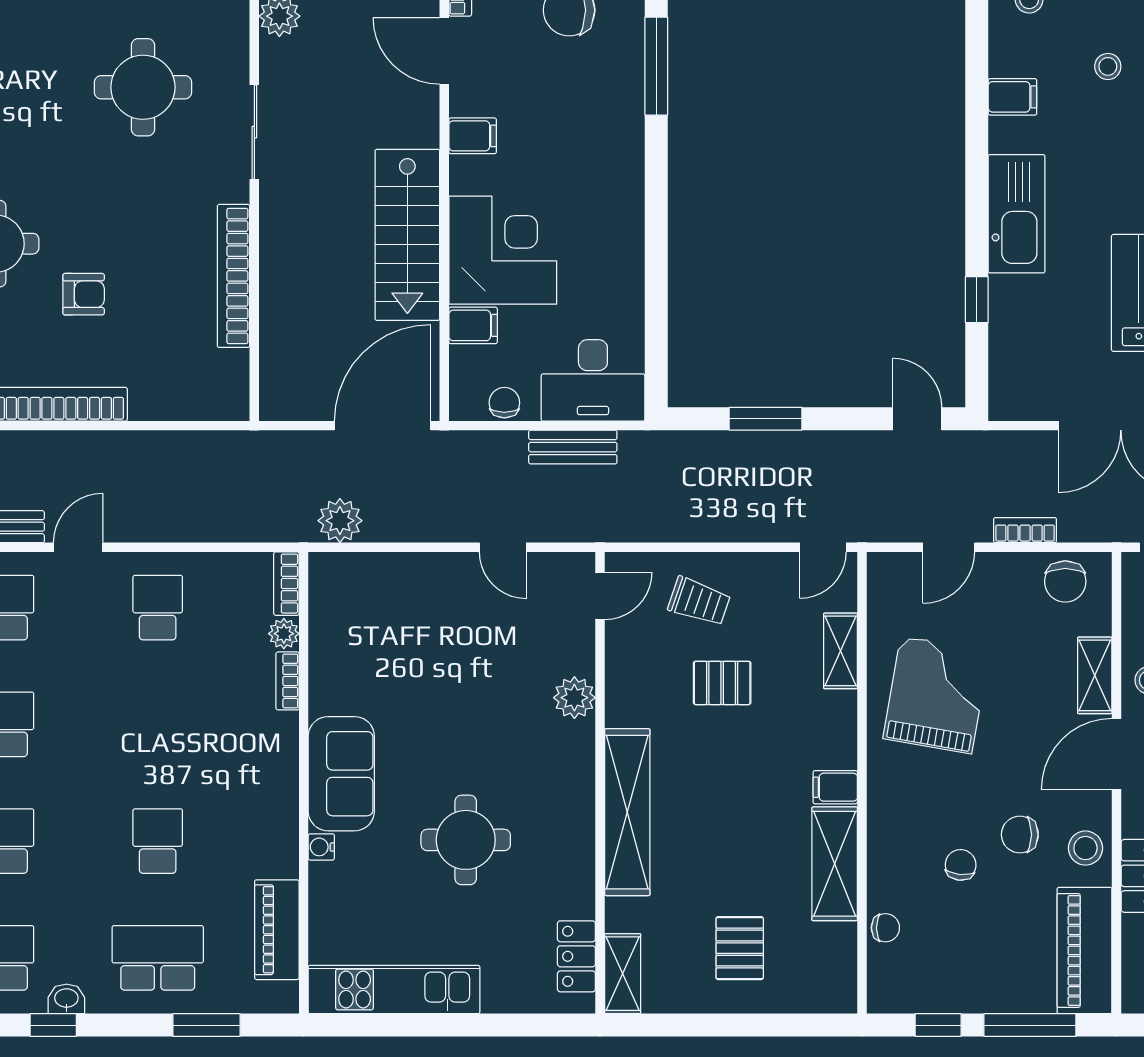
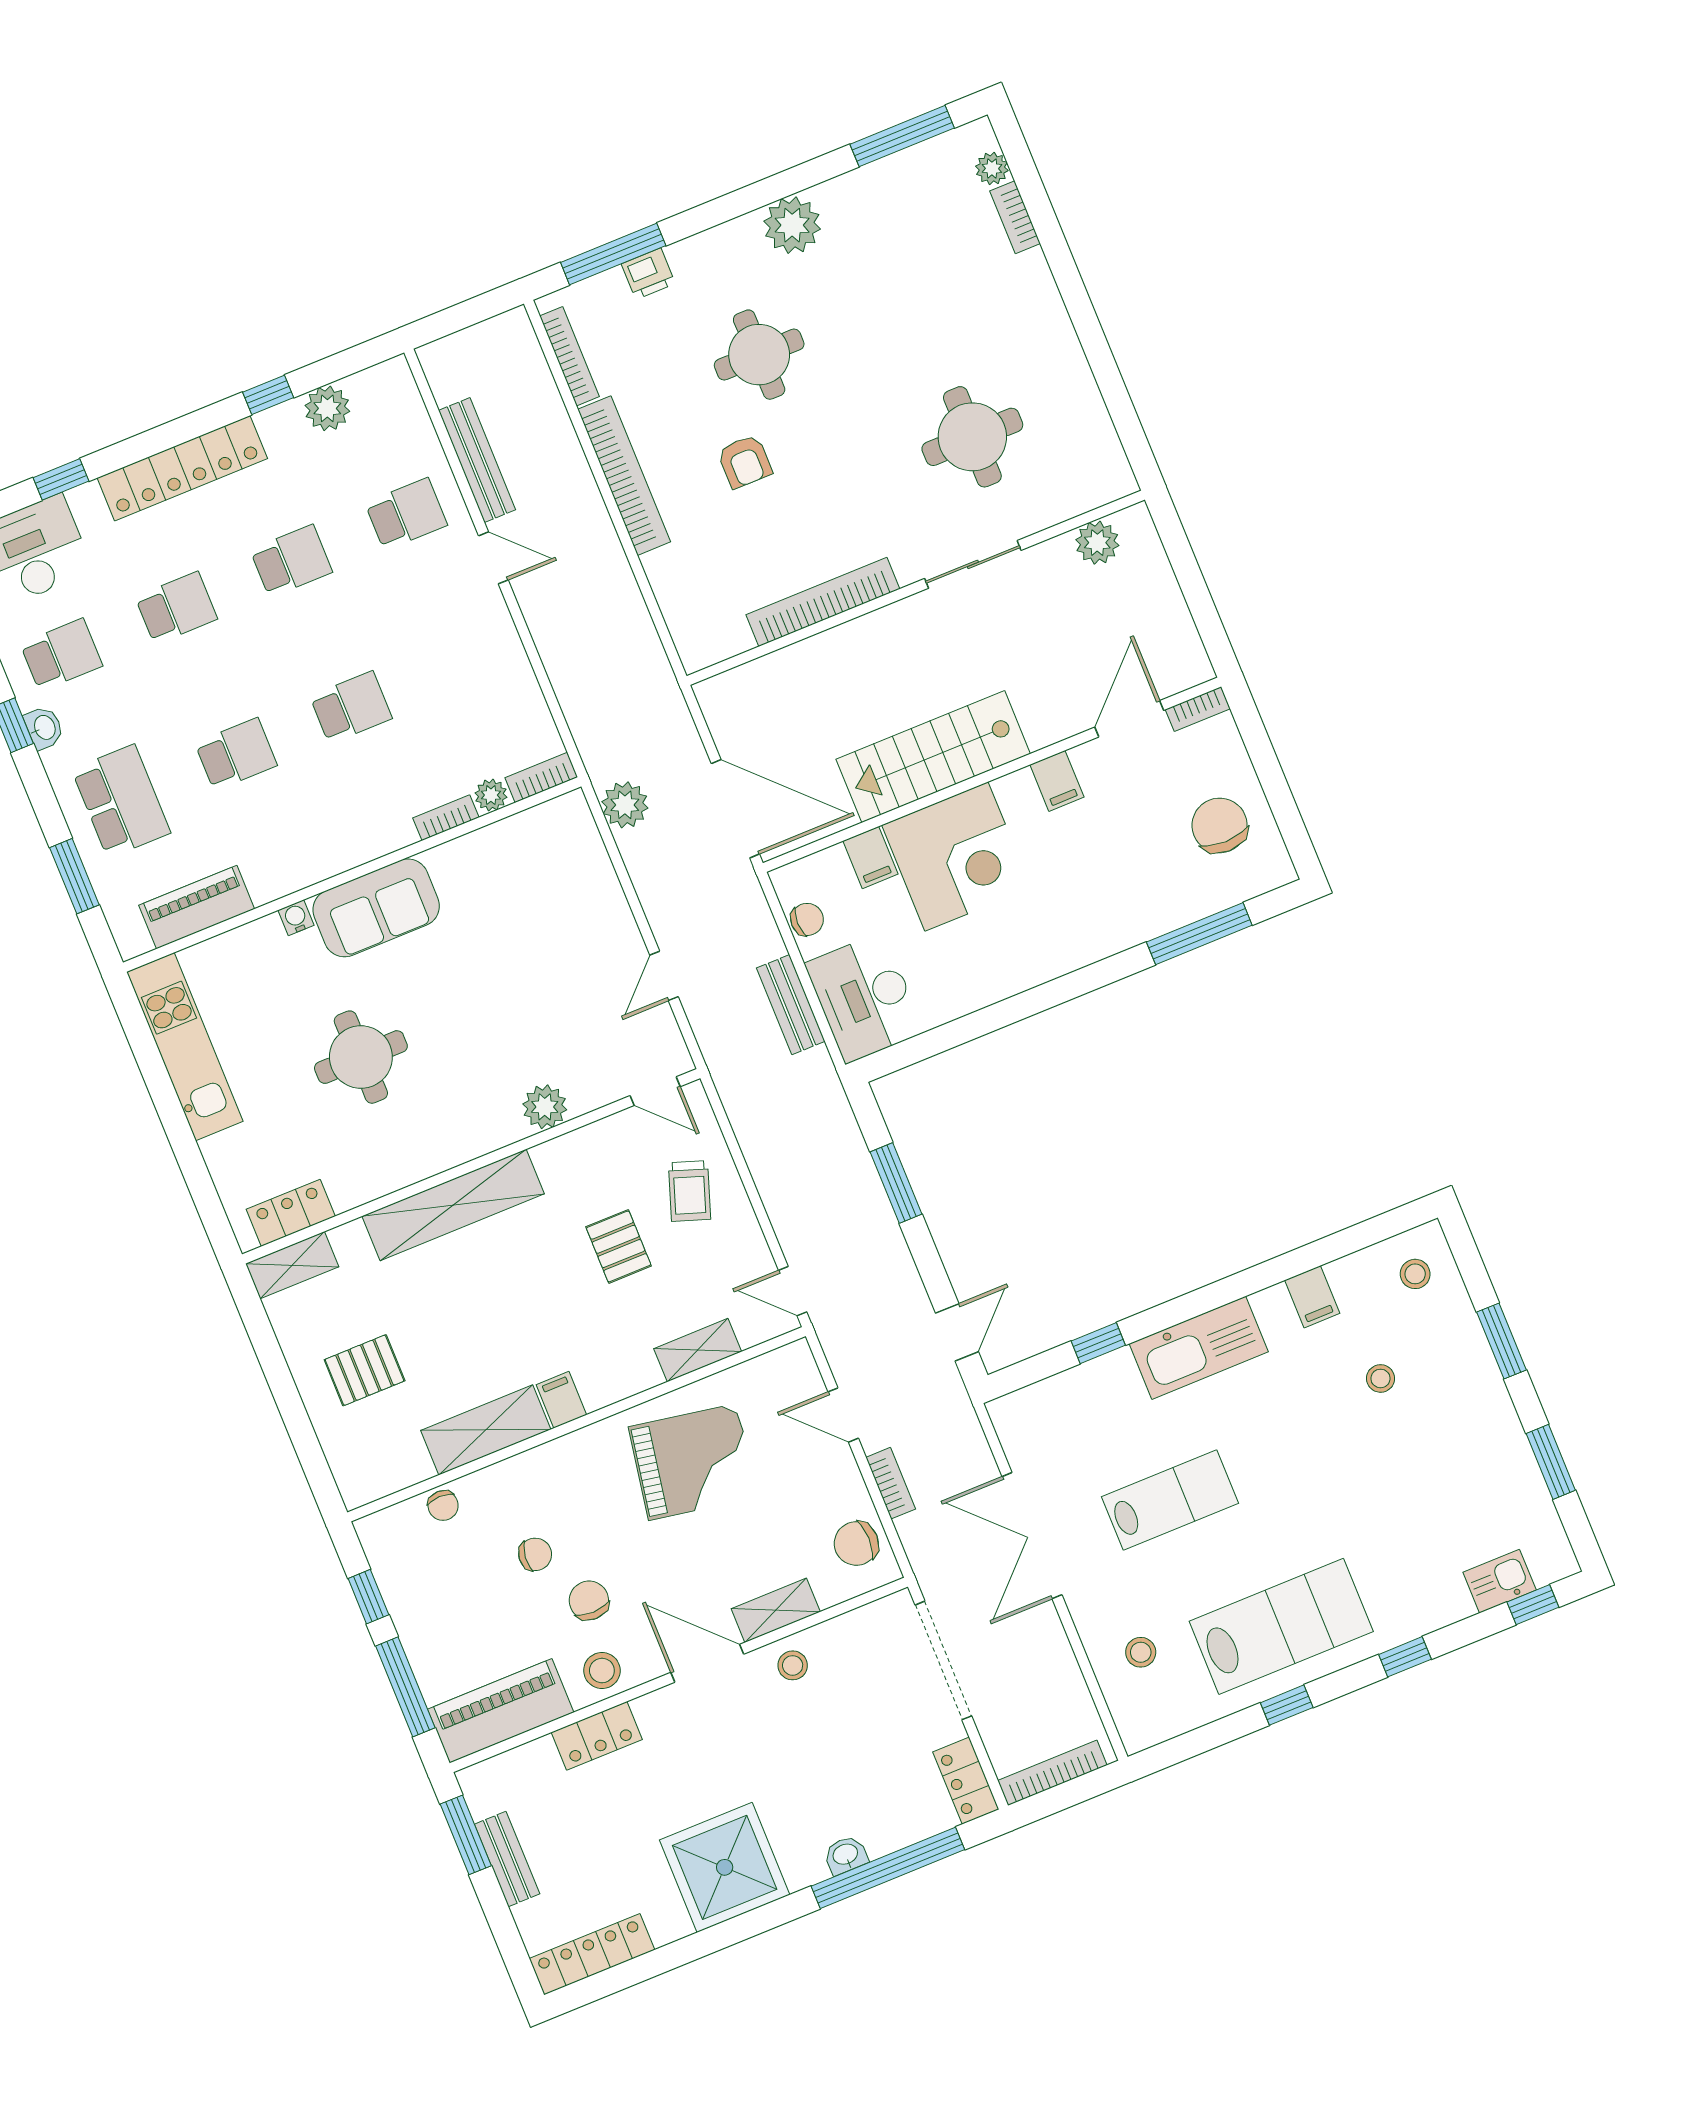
school desk: (158, 608) -> (351, 707), moved

